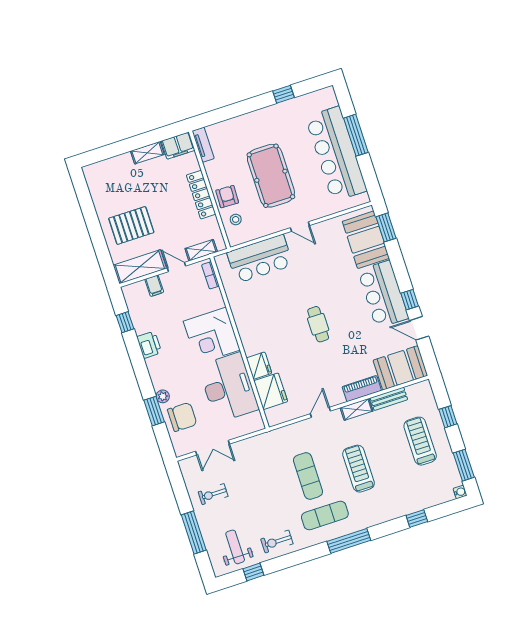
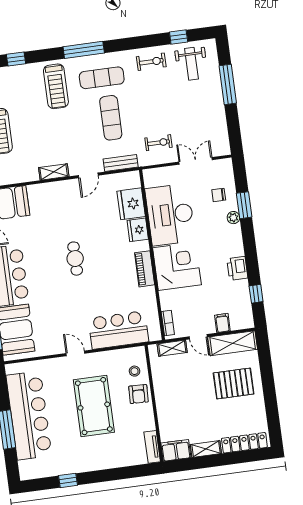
locker: (201, 195) -> (244, 443), moved, turned -90
piano: (362, 389) -> (145, 269), moved, turned 90
bench: (389, 399) -> (121, 163), moved
chair: (182, 417) -> (219, 195), width x0.54, depth x0.54
treadmill: (359, 469) -> (56, 86), moved
exercise bike: (213, 494) -> (158, 143), moved

